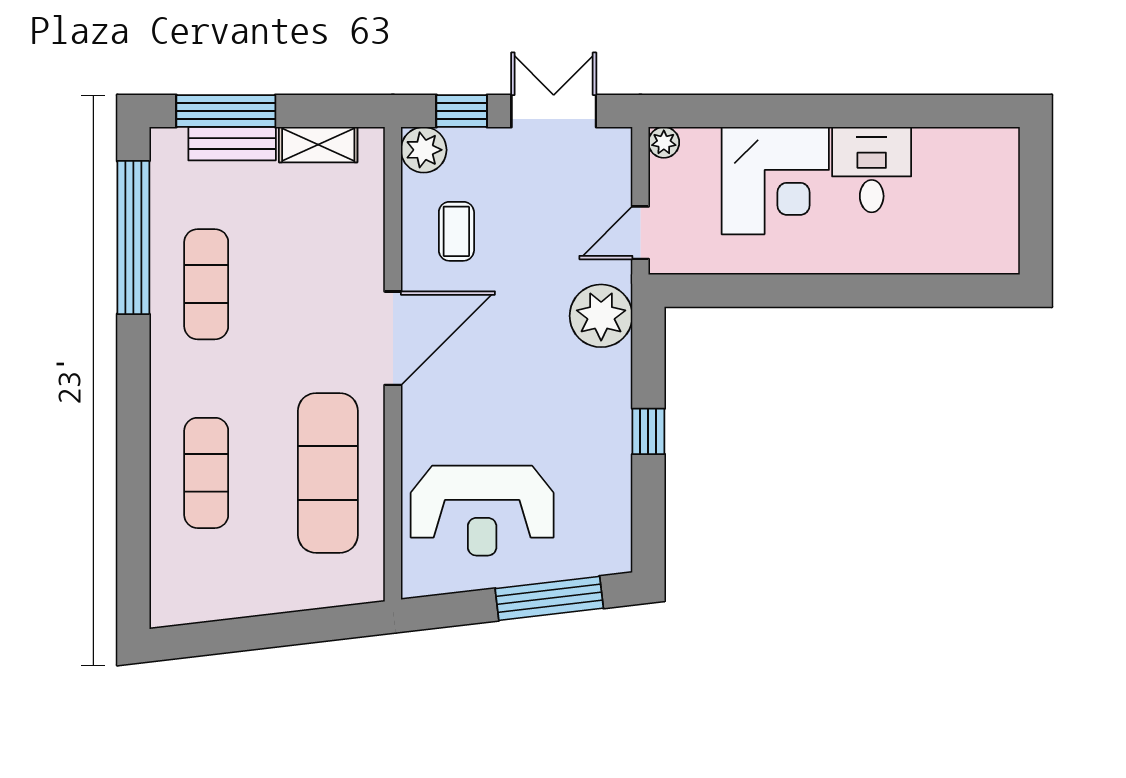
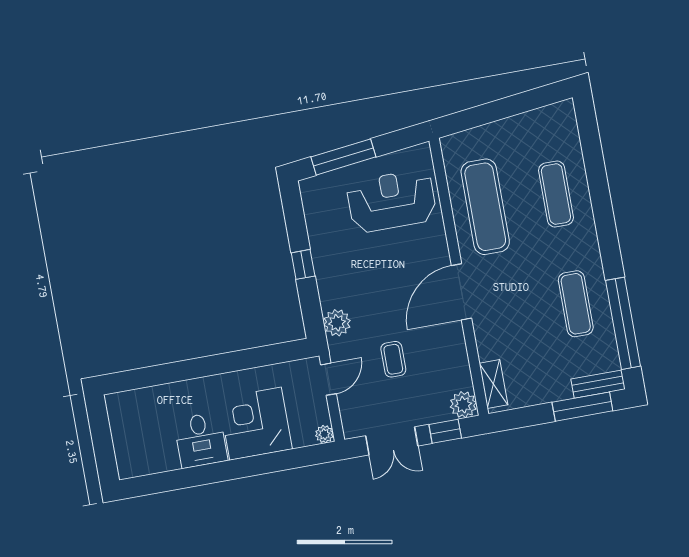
bench: (232, 144) -> (598, 384), moved
shelving: (318, 145) -> (493, 384), moved, turned 90
coffee table: (456, 231) -> (393, 359), moved
plant: (601, 316) -> (337, 323), width x0.73, depth x0.73

